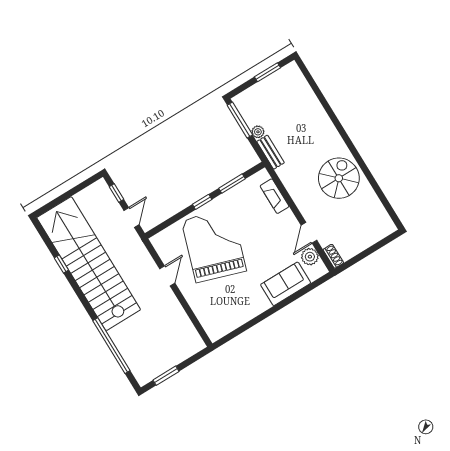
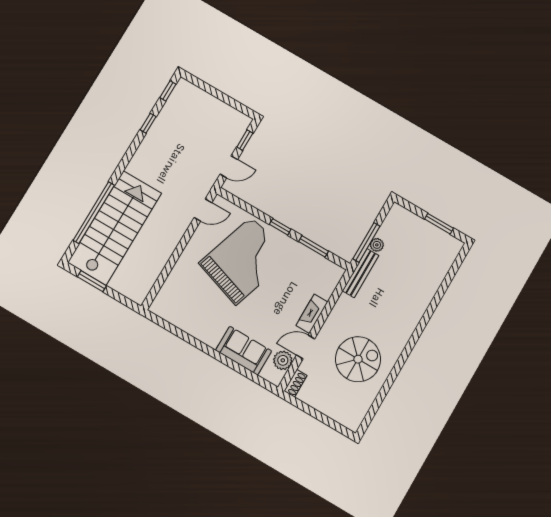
window: (240, 120) -> (366, 242), moved
bench: (271, 152) -> (361, 273), width x1.36
spiral stairs: (339, 178) -> (358, 359), moved
fireplace: (275, 196) -> (312, 314), moved
window: (43, 234) -> (168, 91), added
stairs: (89, 264) -> (115, 228), moved, width x0.73
door: (167, 276) -> (203, 210), moved

